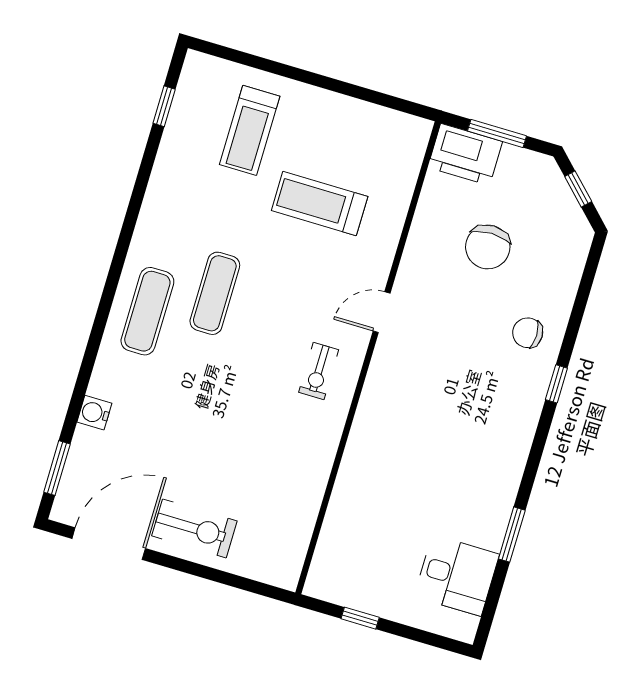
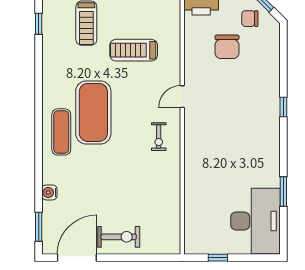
exercise mat: (215, 293) -> (93, 112), width x2.00, depth x1.45
chair: (528, 333) -> (250, 19), moved
desk: (457, 575) -> (255, 221), width x1.87, depth x1.30

